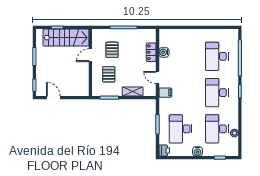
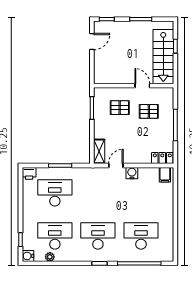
locker: (151, 52) -> (162, 158), moved
water cooler: (164, 52) -> (132, 173), moved
shelving: (133, 92) -> (99, 151), moved
filing cabinet: (165, 93) -> (165, 175), moved
water cooler: (198, 151) -> (28, 256), moved

